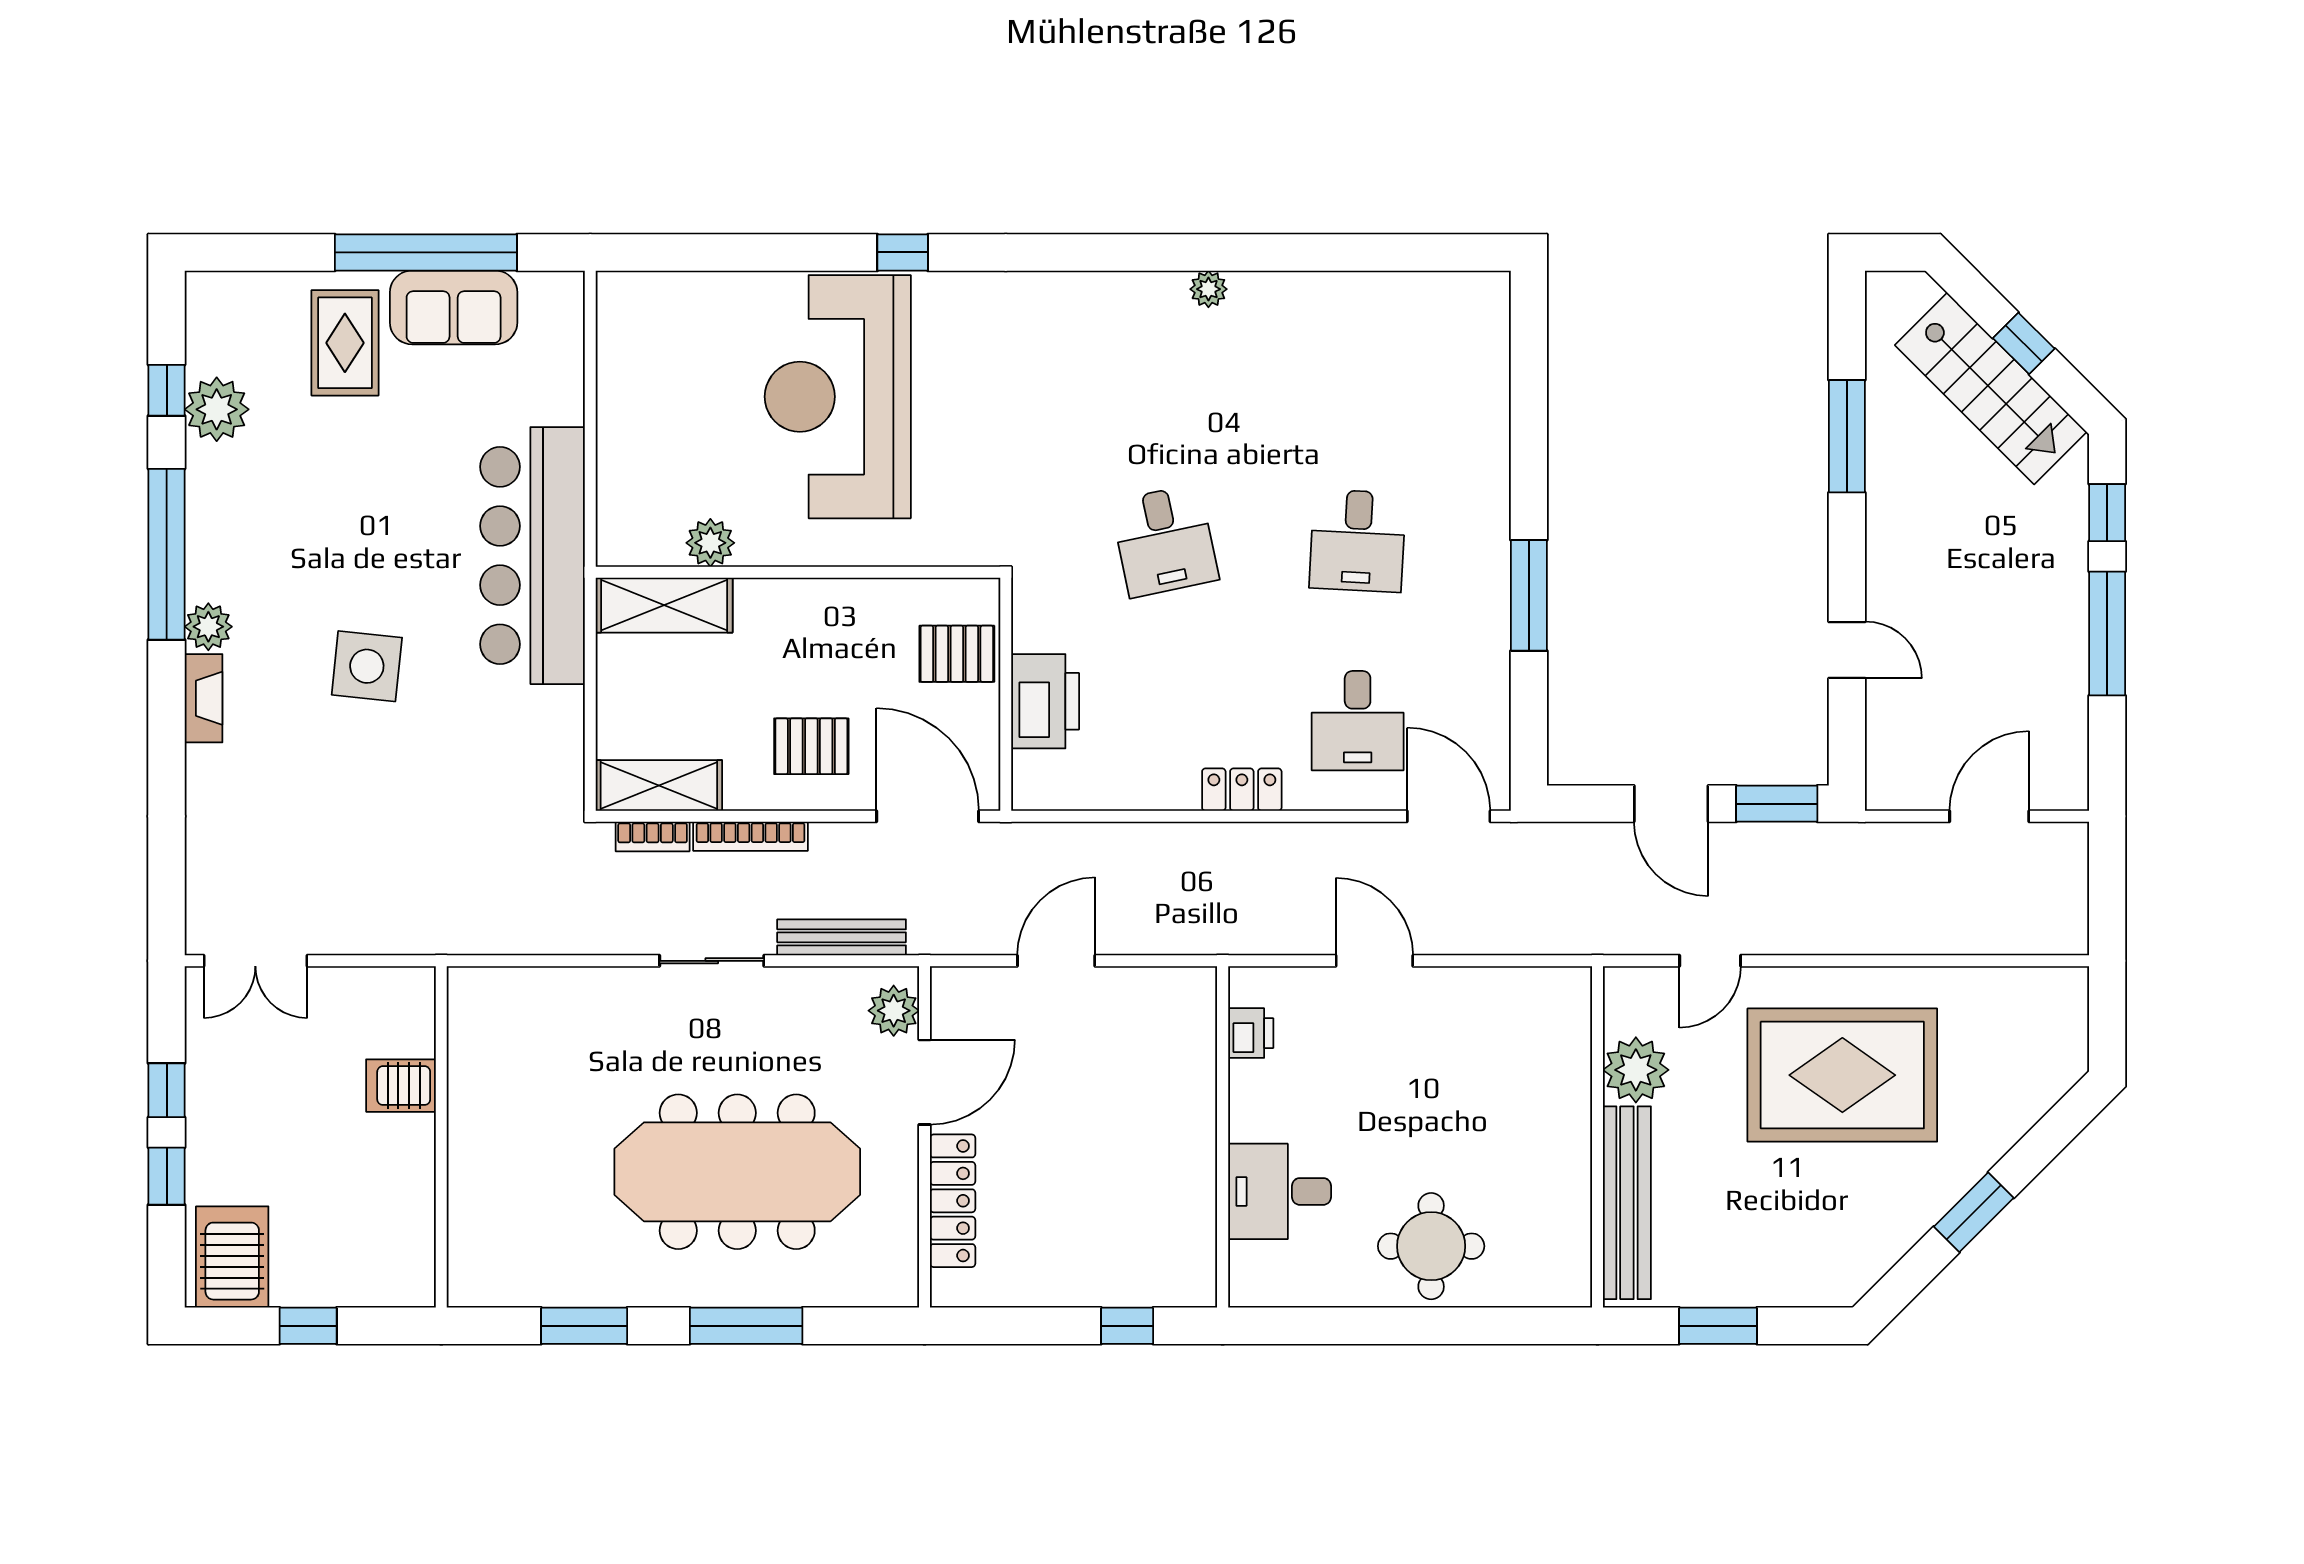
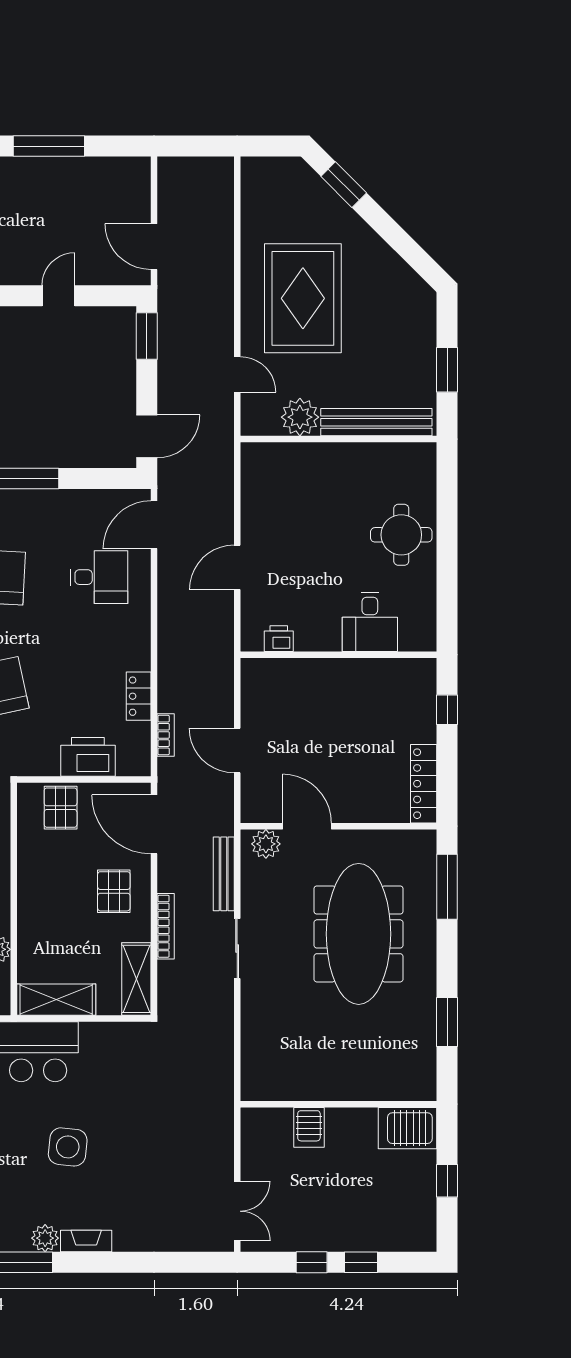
shelving: (664, 605) -> (56, 1000), moved, turned 90
locker: (1242, 790) -> (139, 696), moved
door: (1671, 804) -> (147, 436), moved
door: (928, 816) -> (154, 824), hinge flipped
door: (1989, 816) -> (154, 247), moved
bookcase: (653, 836) -> (166, 735), moved
locker: (953, 1201) -> (424, 784), moved, turned -90
window: (1974, 1212) -> (344, 185), moved
server rack: (232, 1257) -> (408, 1128), moved
window: (746, 1326) -> (447, 887), moved

